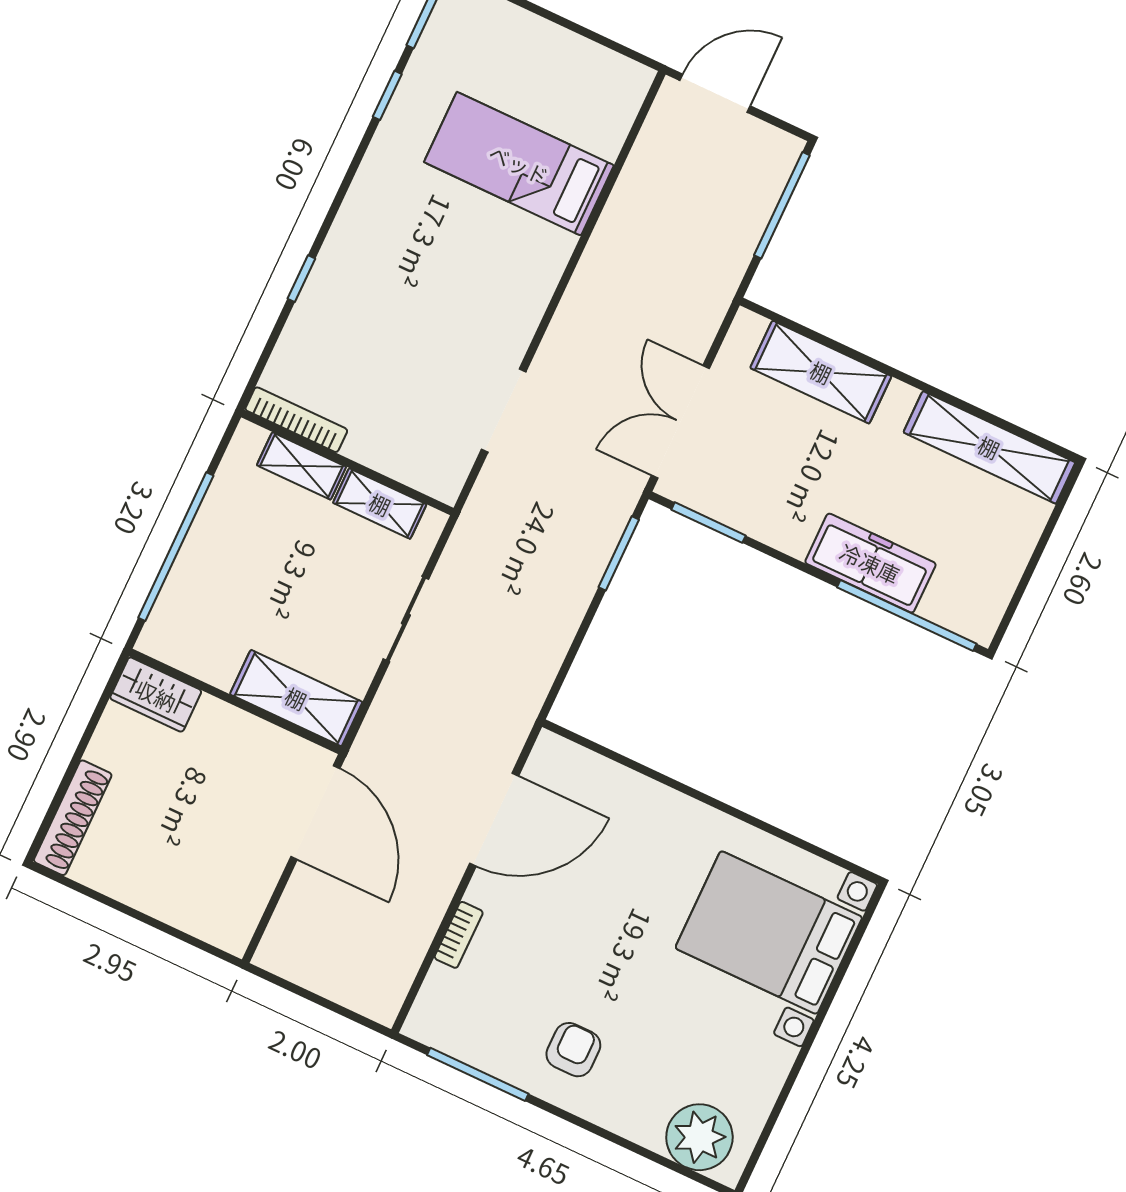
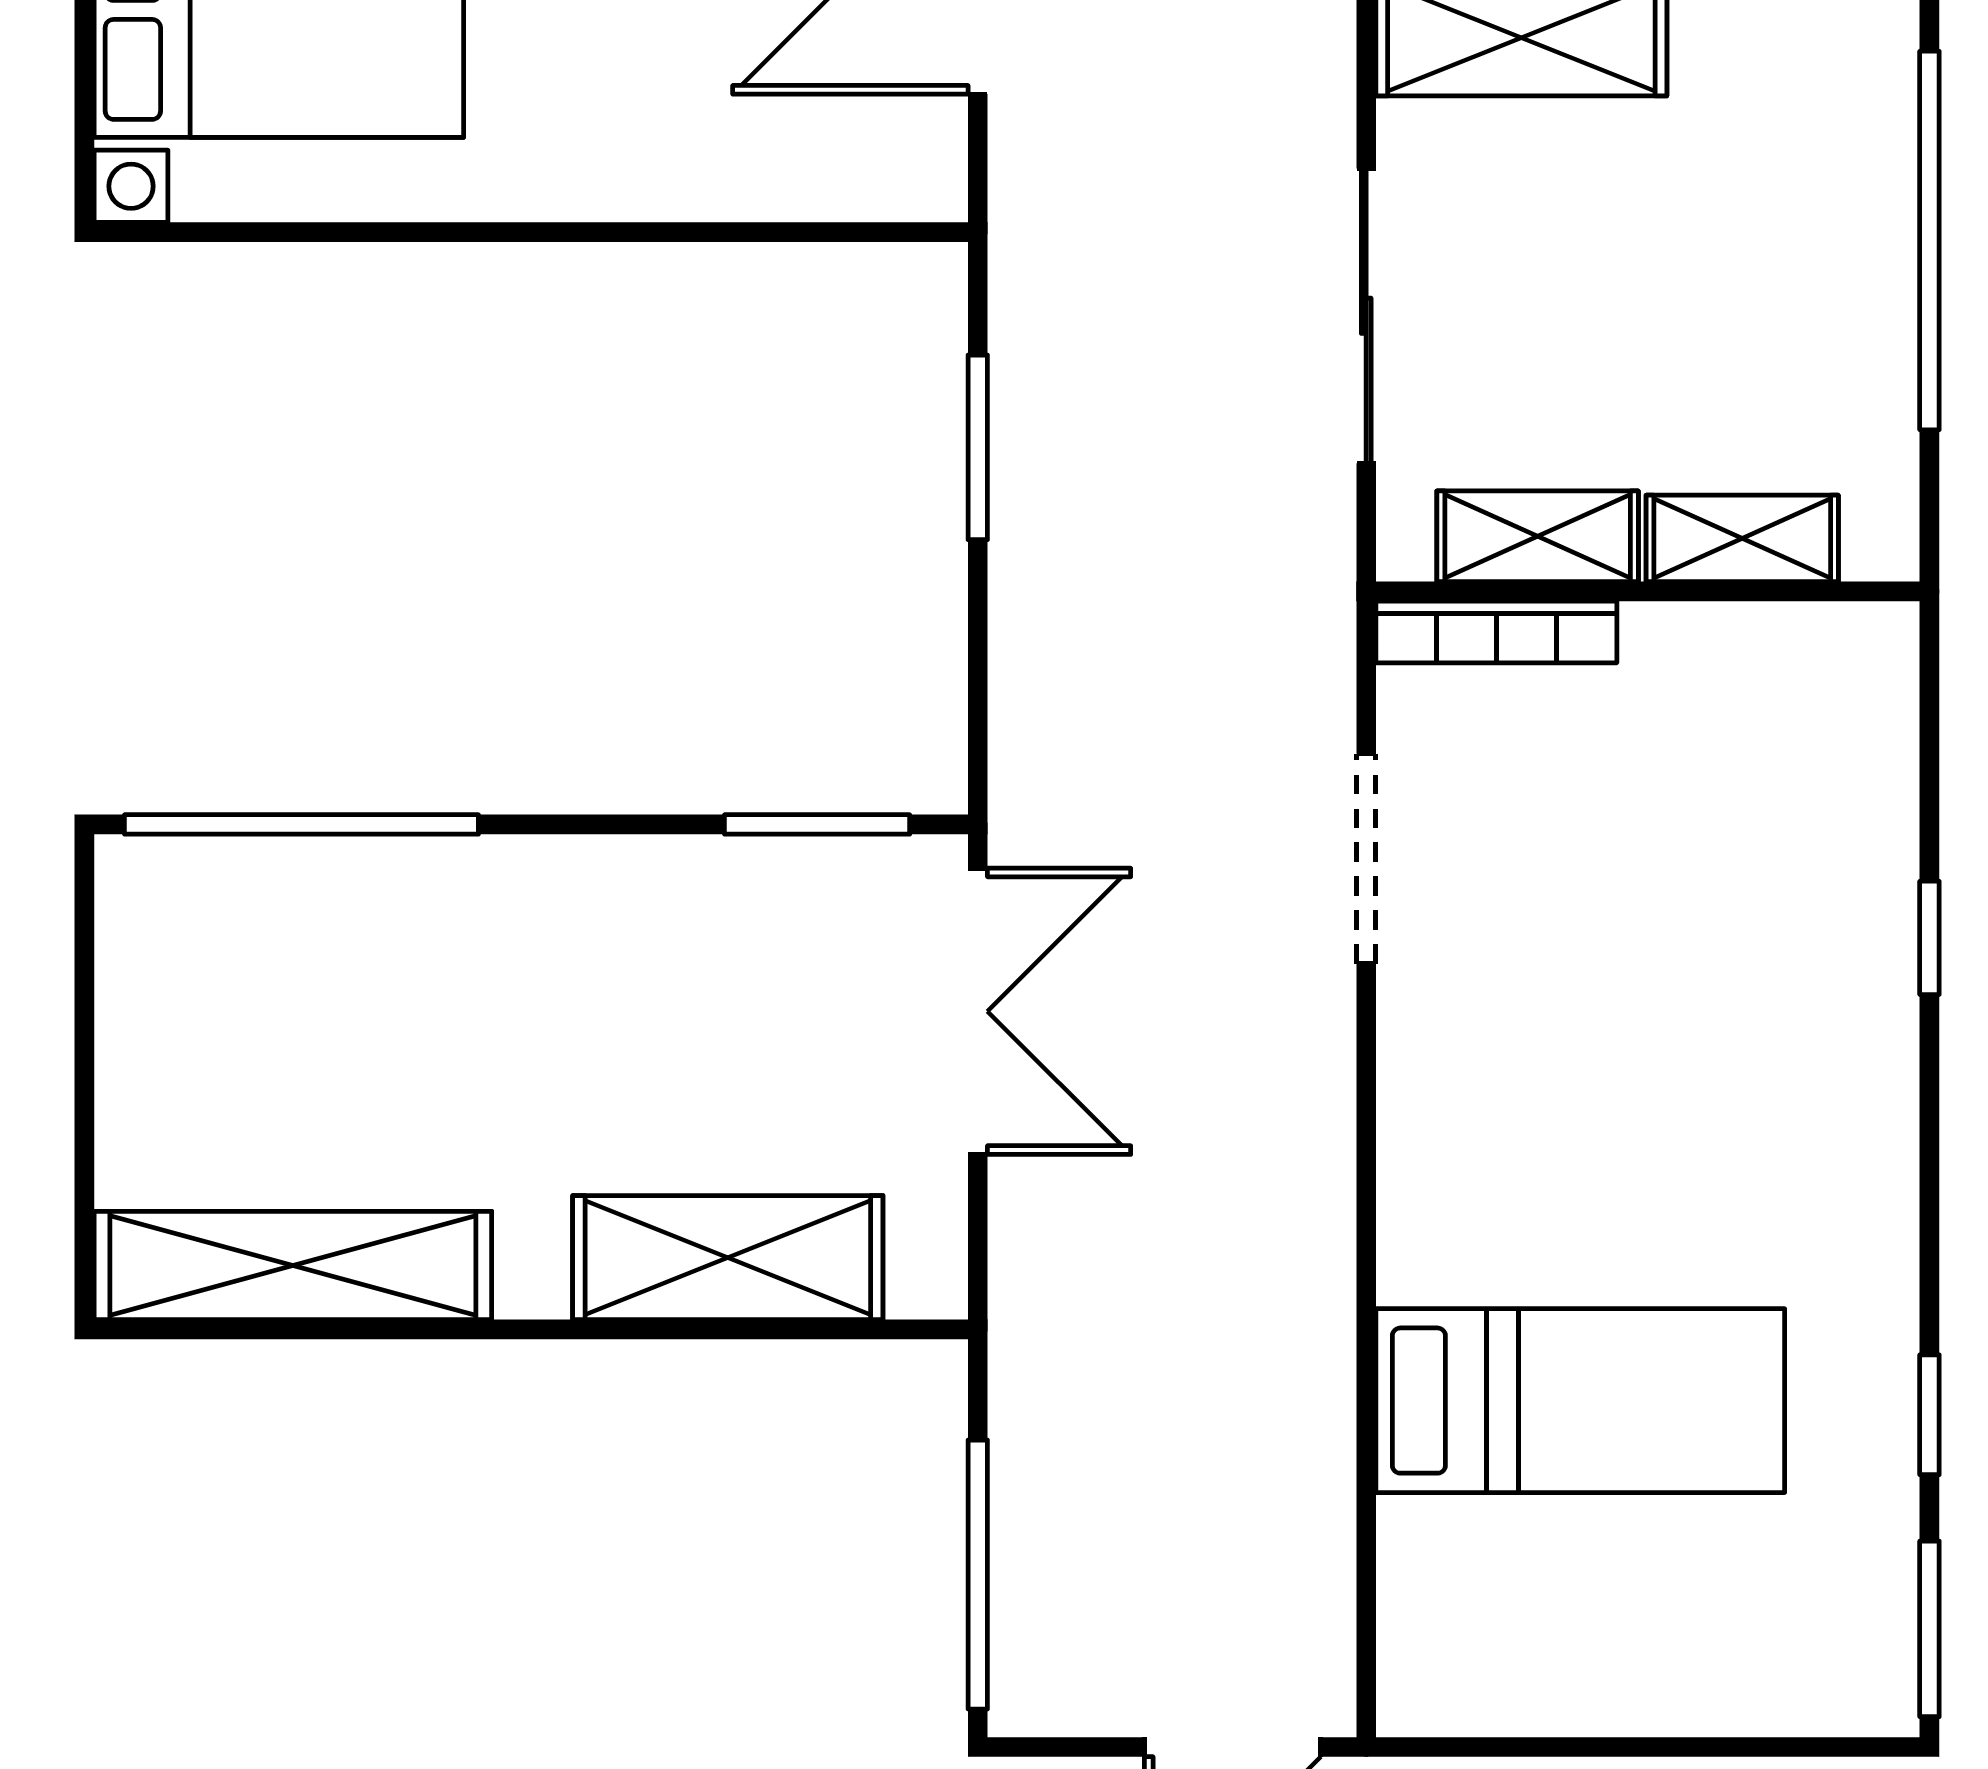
bookcase: (296, 420) -> (1496, 632), moved
window: (619, 553) -> (978, 447), moved
freezer: (870, 563) -> (431, 900), removed
sliding door: (406, 619) -> (1366, 316), width x1.37

